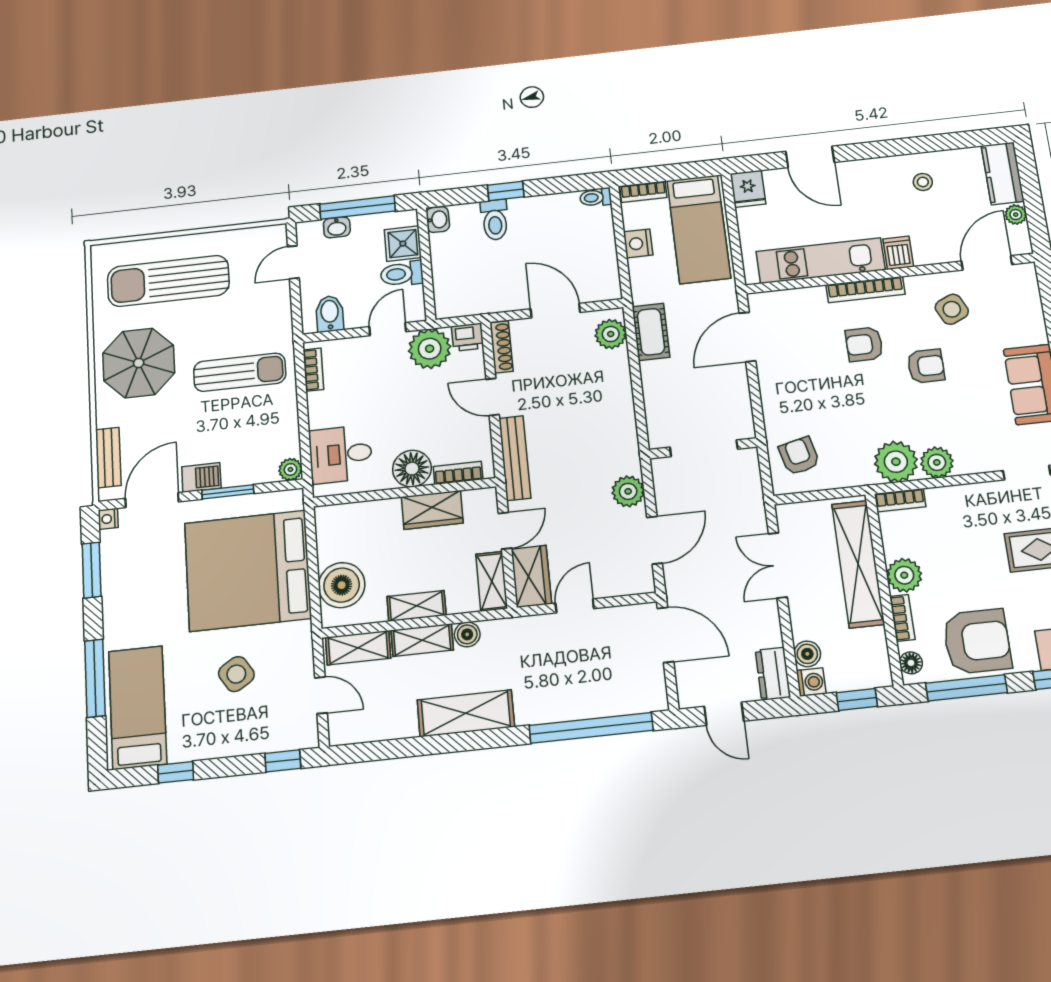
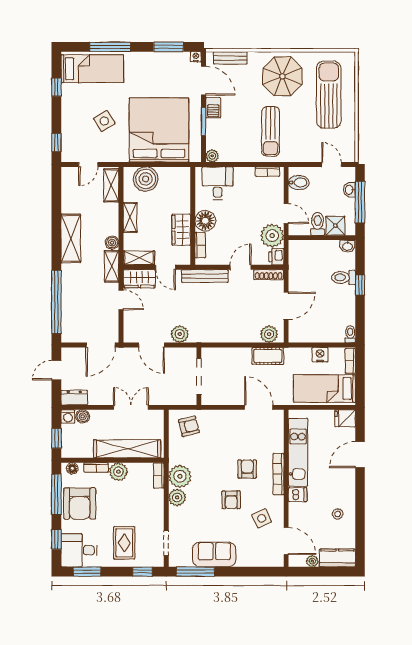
shelving: (422, 640) -> (112, 266), moved

